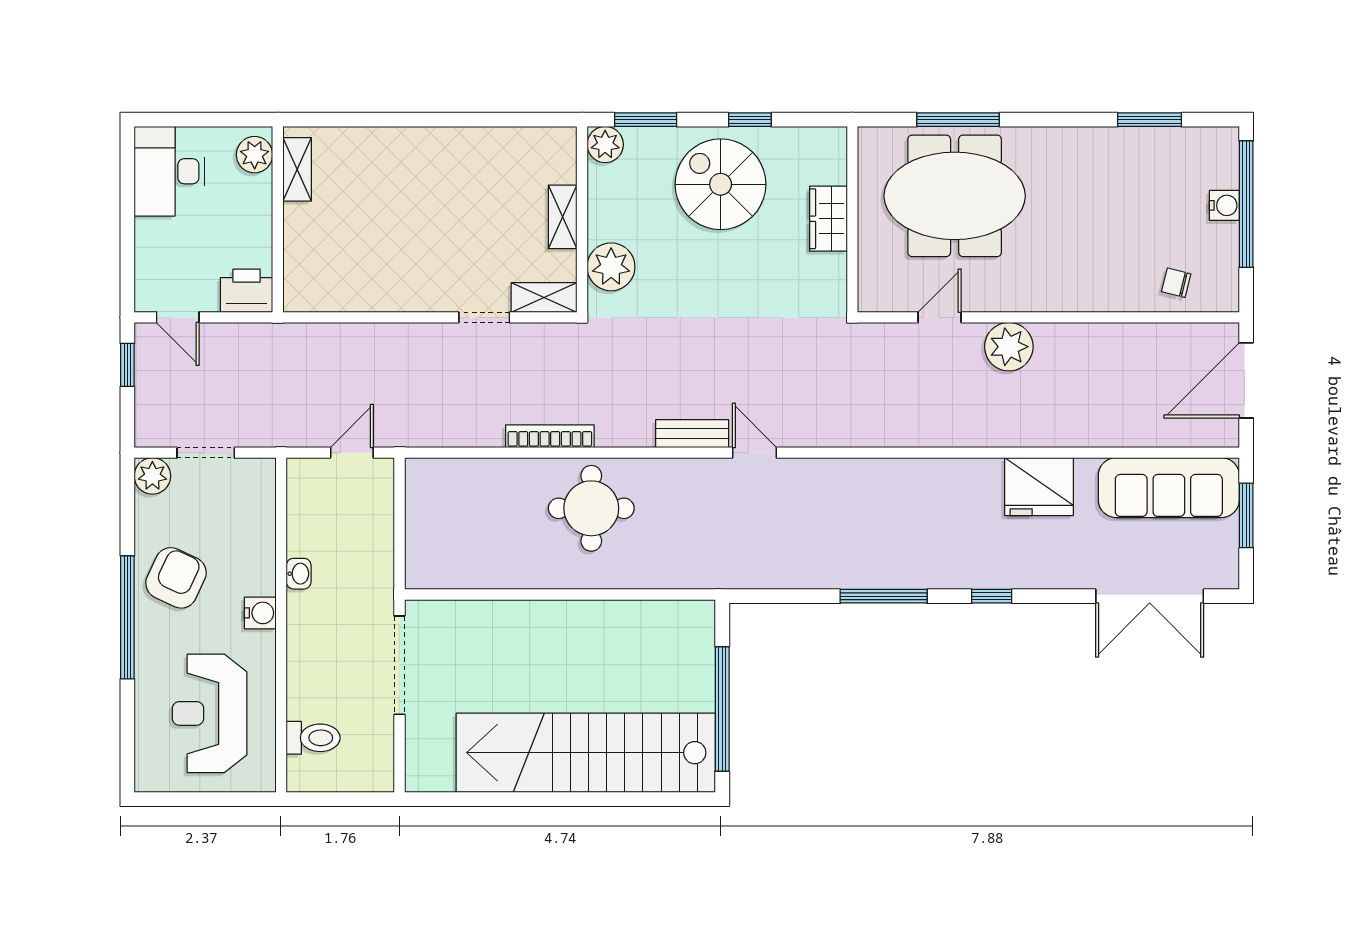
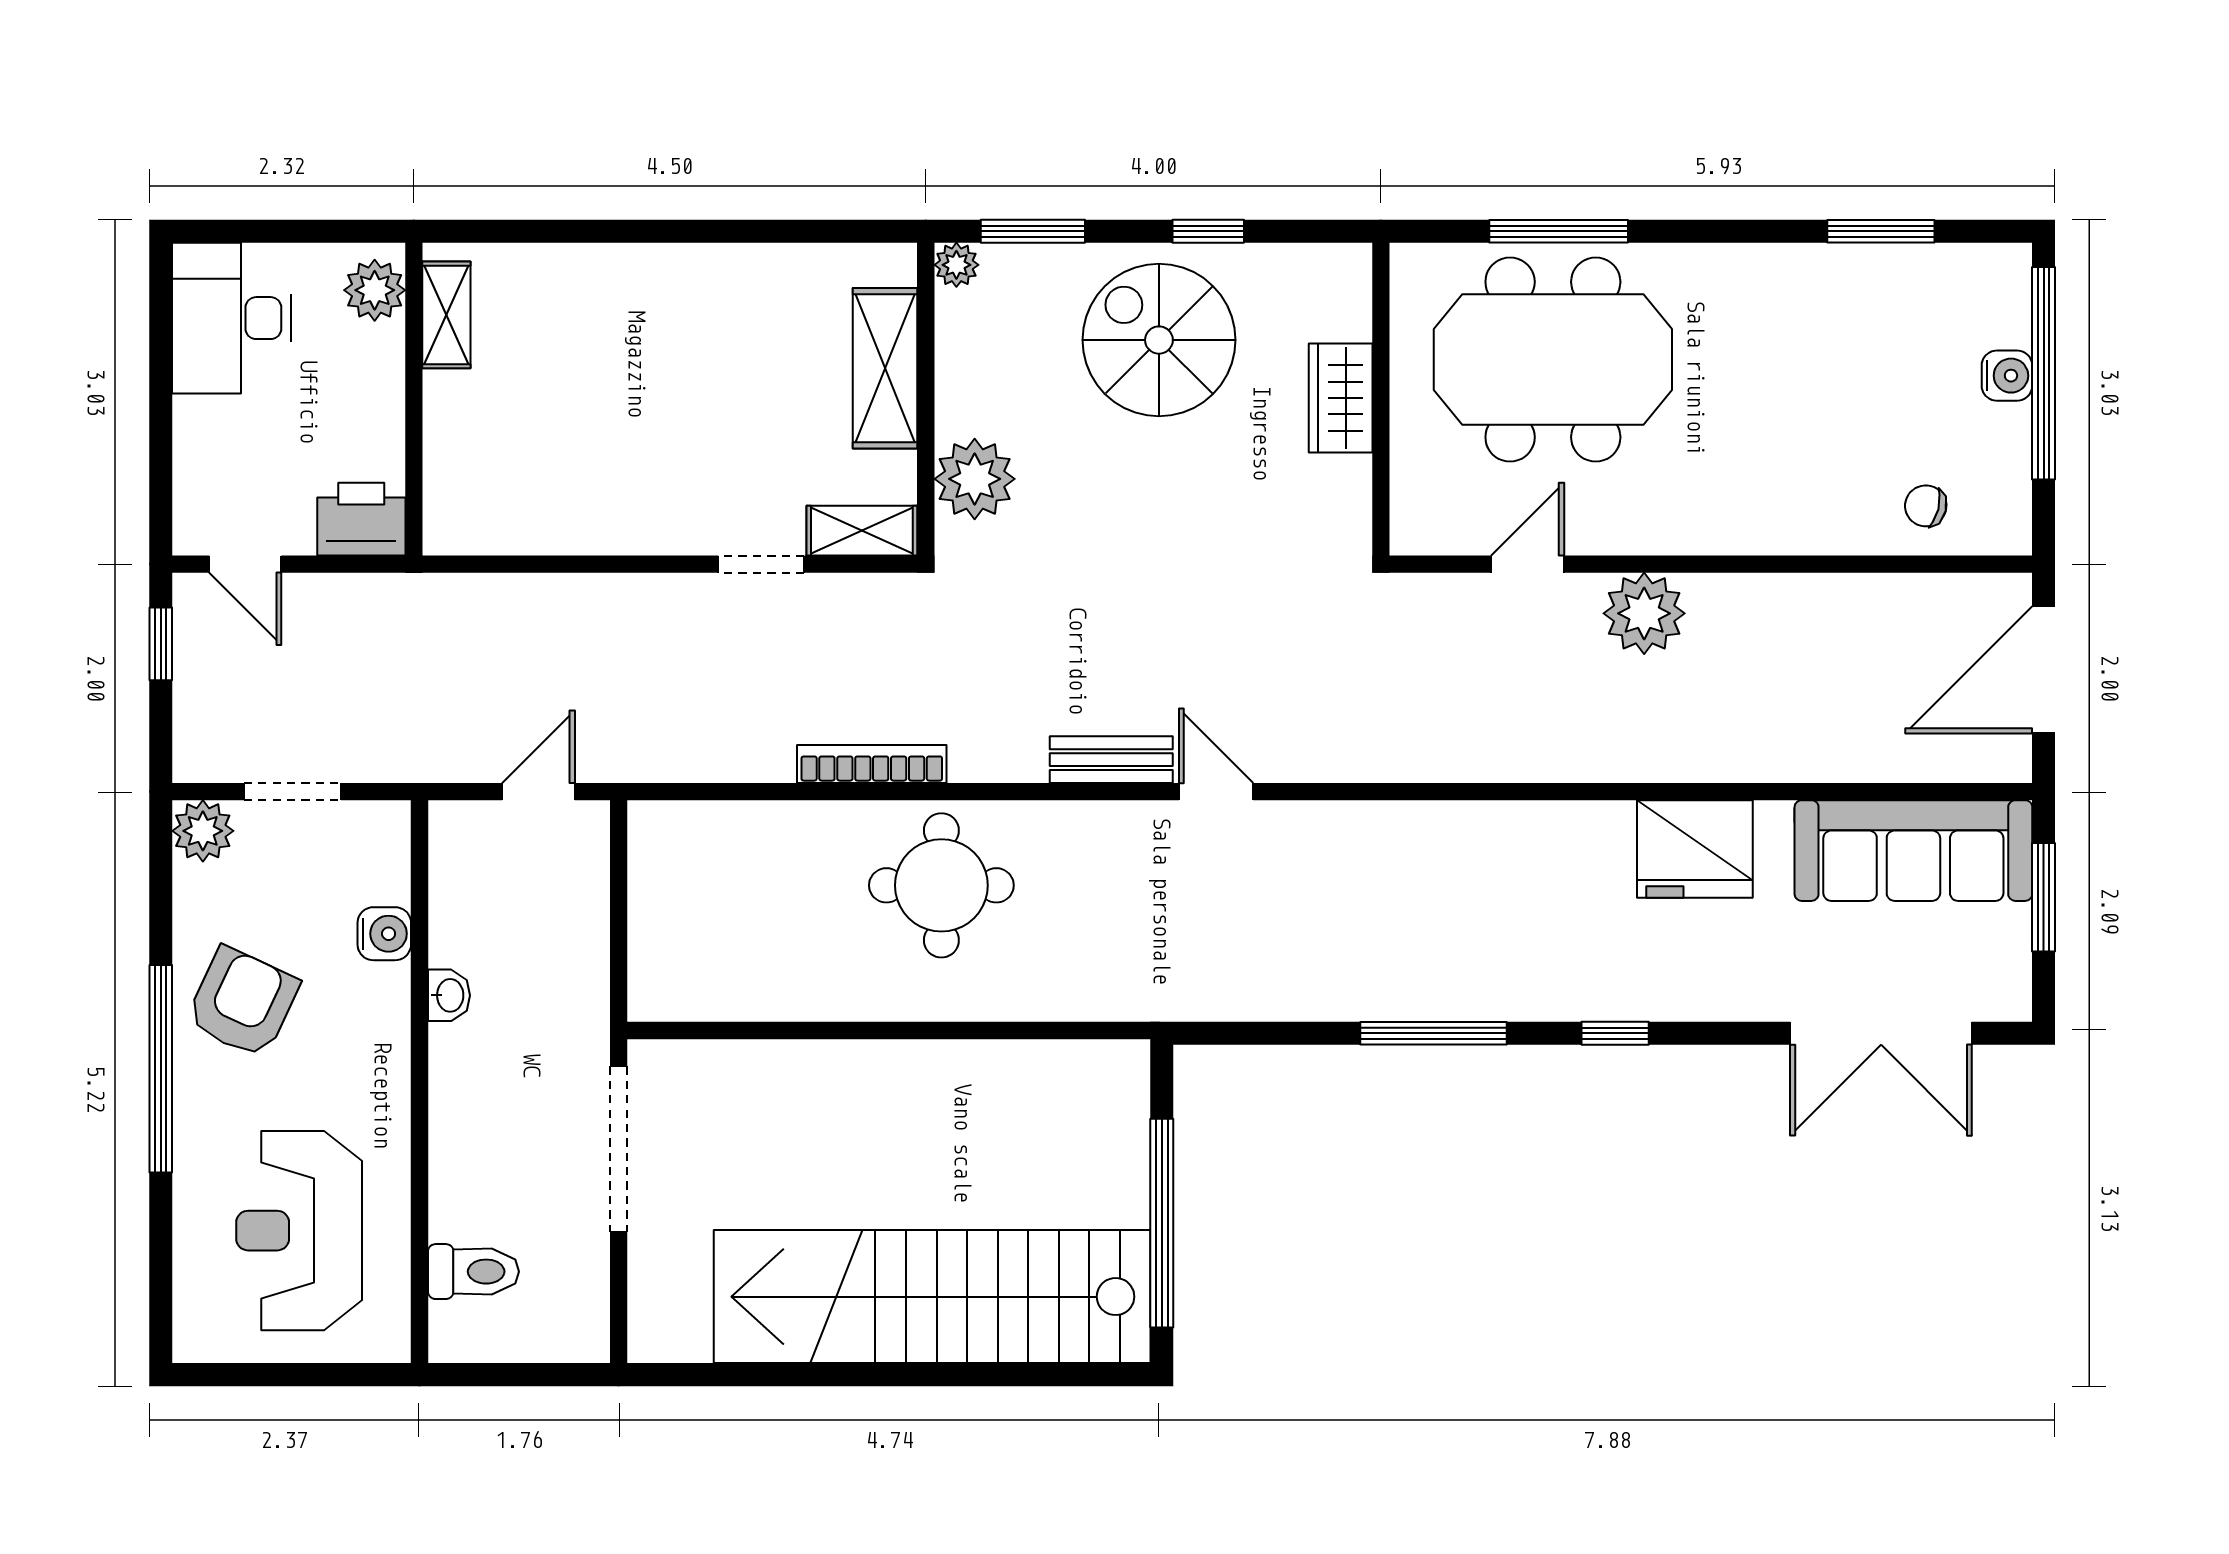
plant: (605, 145) -> (956, 265), width x0.73, depth x0.73
shelving: (563, 217) -> (885, 368), width x1.50, depth x1.33
water cooler: (260, 613) -> (384, 934), moved

